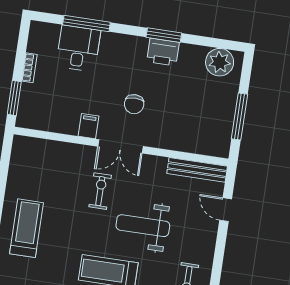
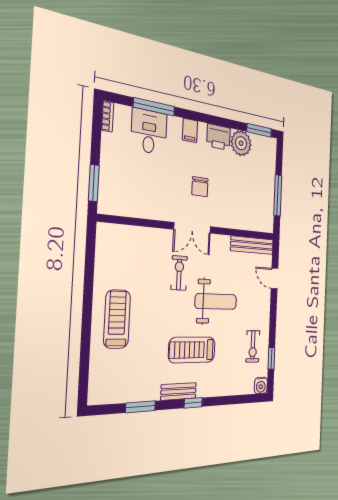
window: (164, 35) -> (259, 130), moved
plant: (220, 62) -> (241, 143), moved
bookcase: (29, 68) -> (107, 116), moved
filing cabinet: (89, 126) -> (190, 130), moved, turned 180
weight bench: (143, 226) -> (216, 302), turned 180

